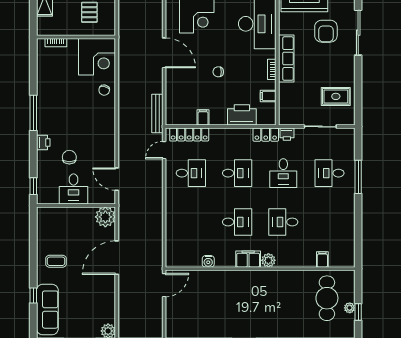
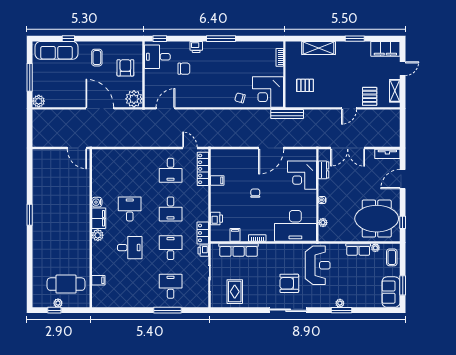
row of seats: (286, 59) -> (239, 250), moved
bench: (157, 114) -> (287, 114), moved
printer: (242, 115) -> (216, 219), width x0.53, depth x0.68
desk: (283, 173) -> (171, 248), turned 90
desk: (73, 189) -> (157, 57), moved
desk: (237, 222) -> (130, 209), turned 180
desk: (283, 222) -> (130, 248), turned 90
armchair: (68, 227) -> (125, 68), added
water cooler: (208, 261) -> (97, 202), moved

